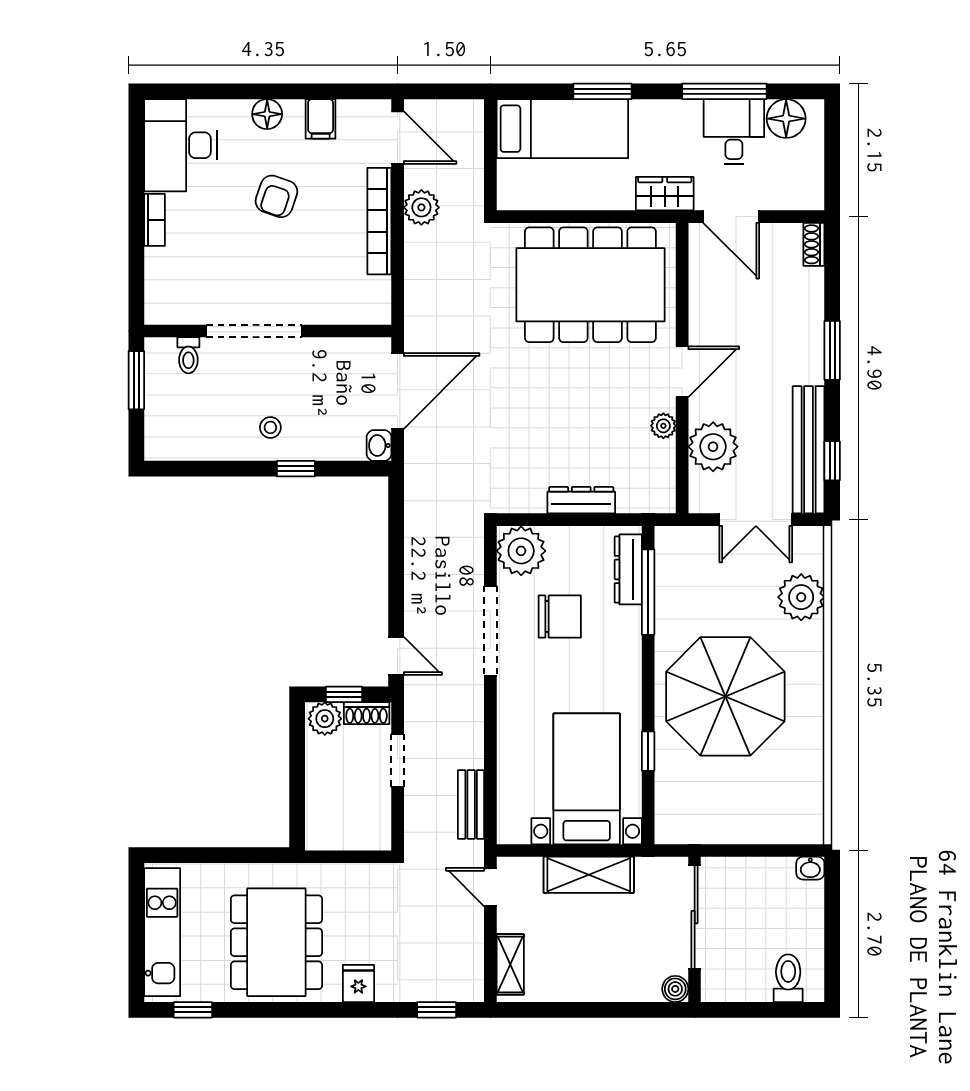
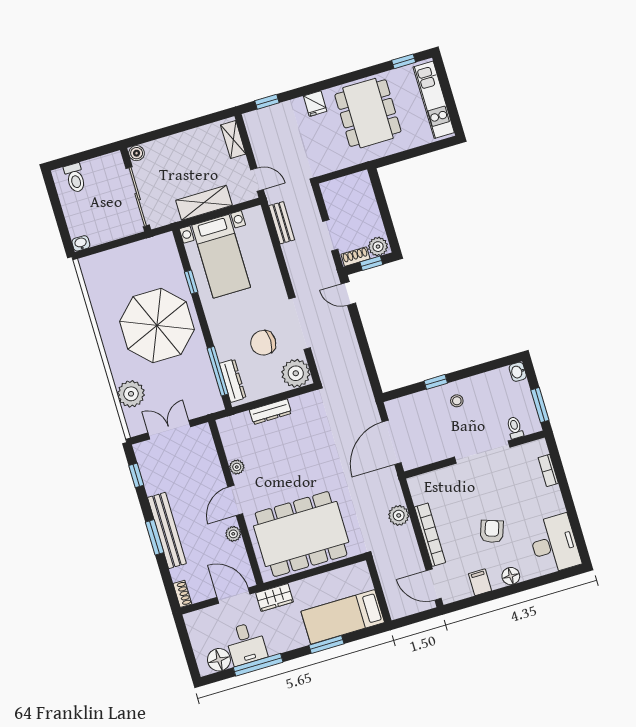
plant: (421, 207) -> (399, 515), moved
bookcase: (154, 220) -> (548, 470), moved
washbasin: (379, 445) -> (518, 372), moved, turned 180
plant: (713, 447) -> (233, 534), moved, width x0.53, depth x0.53
bench: (809, 450) -> (167, 530), moved

